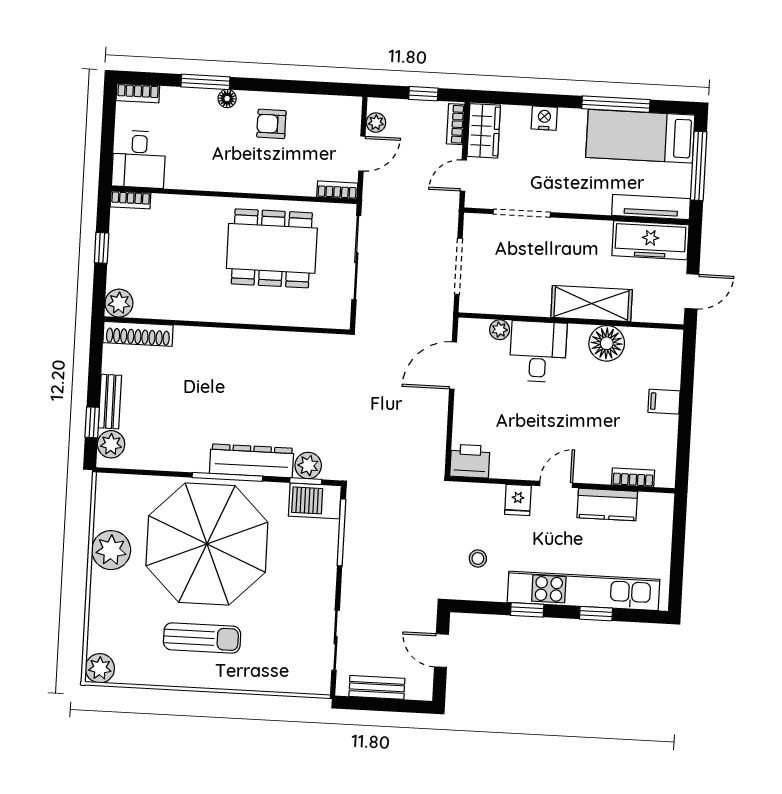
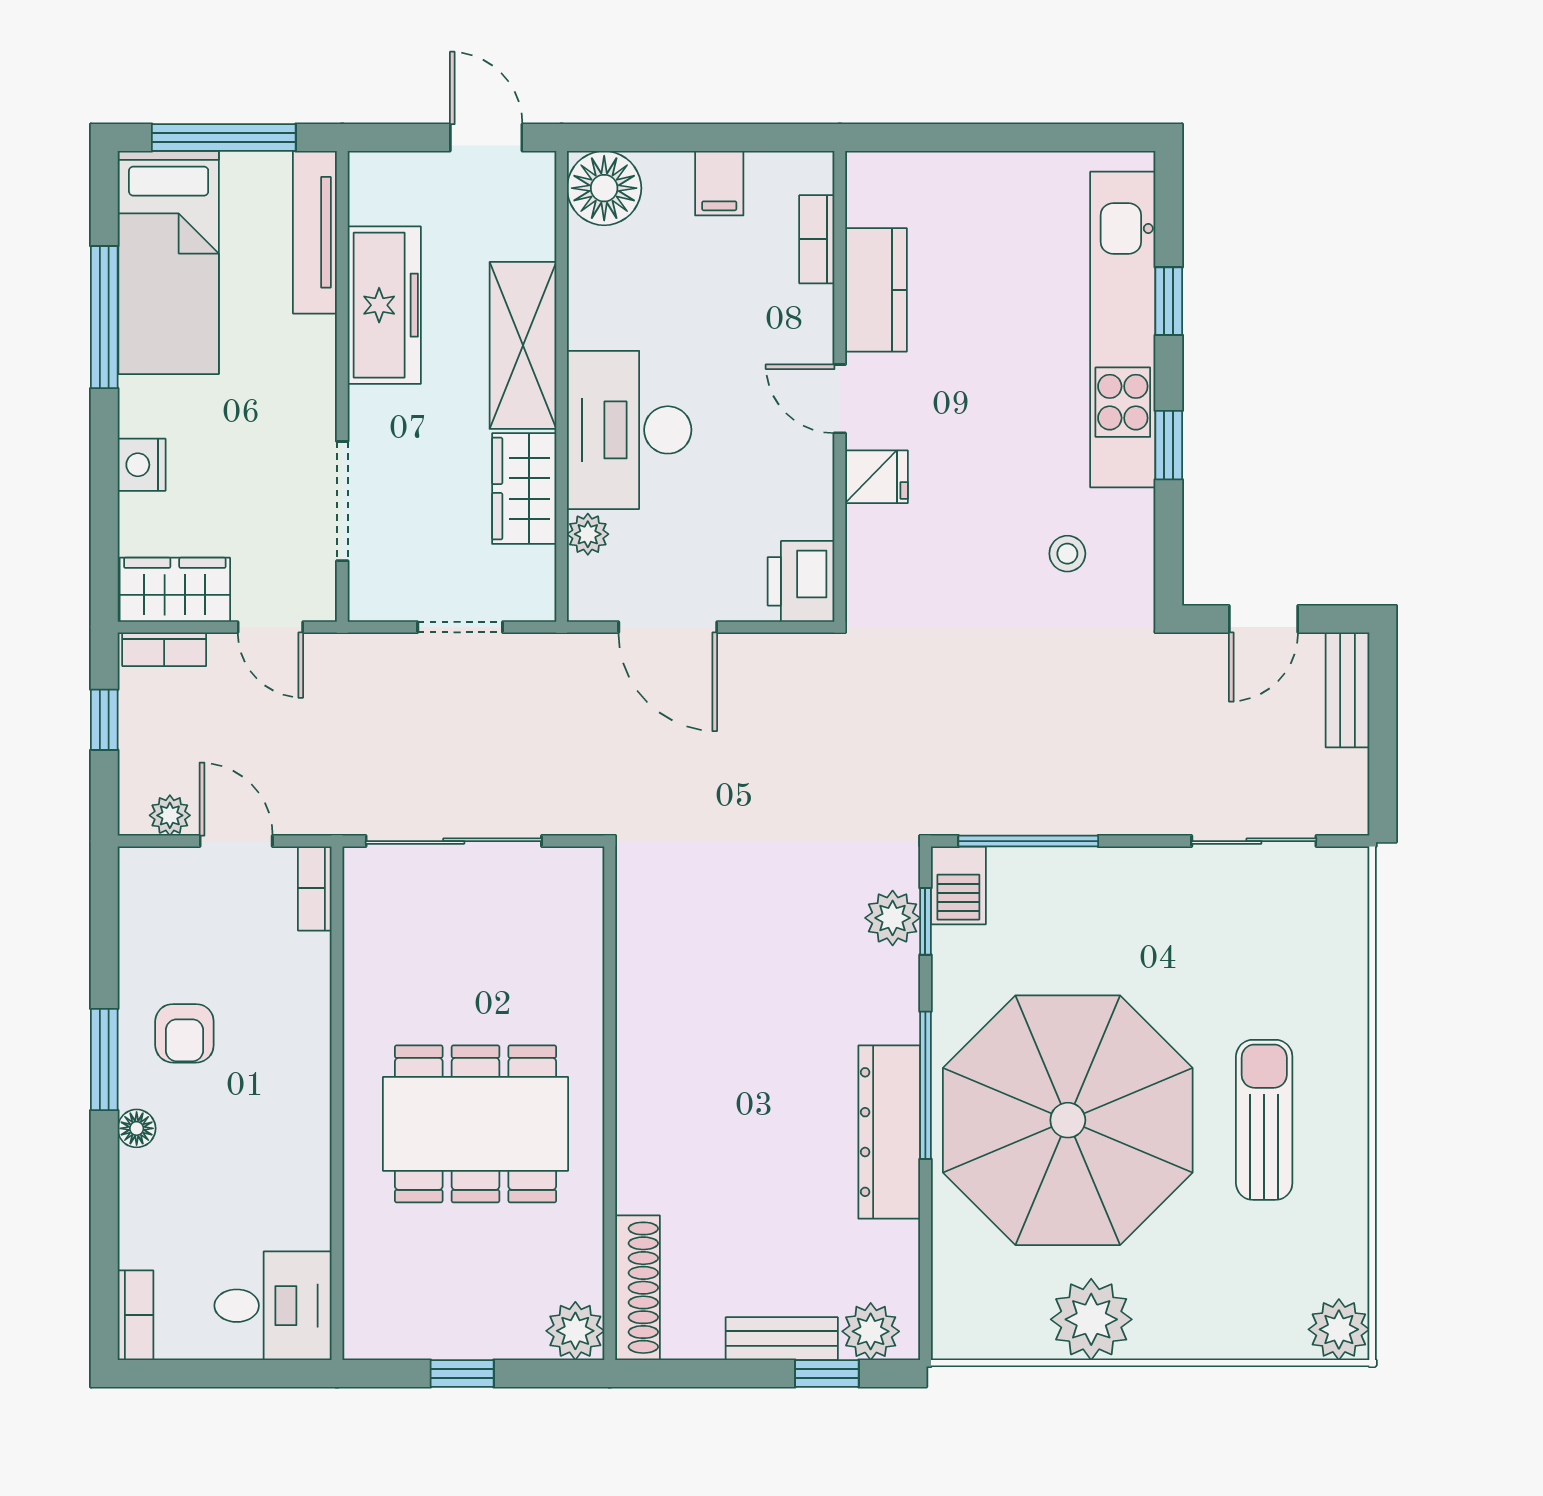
window: (205, 82) -> (104, 1060), moved
bookcase: (131, 200) -> (359, 1318), removed
freezer: (650, 240) -> (384, 305), moved
dining table: (272, 248) -> (476, 1124), moved, turned 90
doorway: (458, 266) -> (460, 627), width x0.73
wardrobe: (523, 300) -> (524, 489), added
floor lamp: (607, 343) -> (604, 188), moved
desk: (538, 352) -> (629, 430), width x1.37
dresser: (252, 461) -> (889, 1132), moved
printer: (470, 461) -> (801, 581), moved
bookcase: (633, 478) -> (817, 239), moved
door: (556, 484) -> (840, 399), moved
wall: (562, 485) -> (840, 386), moved
fridge: (518, 500) -> (877, 477), moved
barbecue: (315, 501) -> (958, 885), width x0.73, depth x0.79
kitchen counter: (607, 505) -> (876, 290), moved
bench: (377, 687) -> (1348, 690), moved

